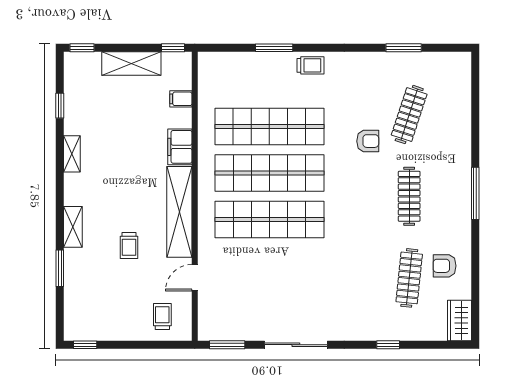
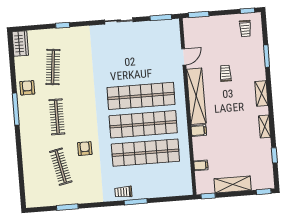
window: (274, 48) -> (136, 202), moved
clothes rail: (409, 115) -> (61, 167), turned -30
armchair: (368, 141) -> (85, 149), turned 90
filing cabinet: (180, 147) -> (199, 131), width x0.50
window: (475, 193) -> (16, 109), moved
shelving: (73, 227) -> (261, 93), moved
armchair: (445, 266) -> (27, 88), moved, turned -90
trolley: (162, 316) -> (245, 29), moved
window: (165, 345) -> (199, 15), added
sliding door: (296, 345) -> (119, 21), width x0.73

